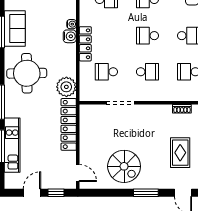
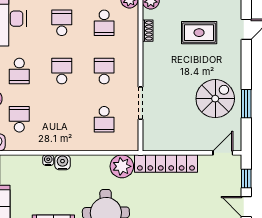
school desk: (147, 36) -> (62, 71), turned 180
locker: (85, 44) -> (71, 144), removed
window: (146, 193) -> (246, 104), moved

